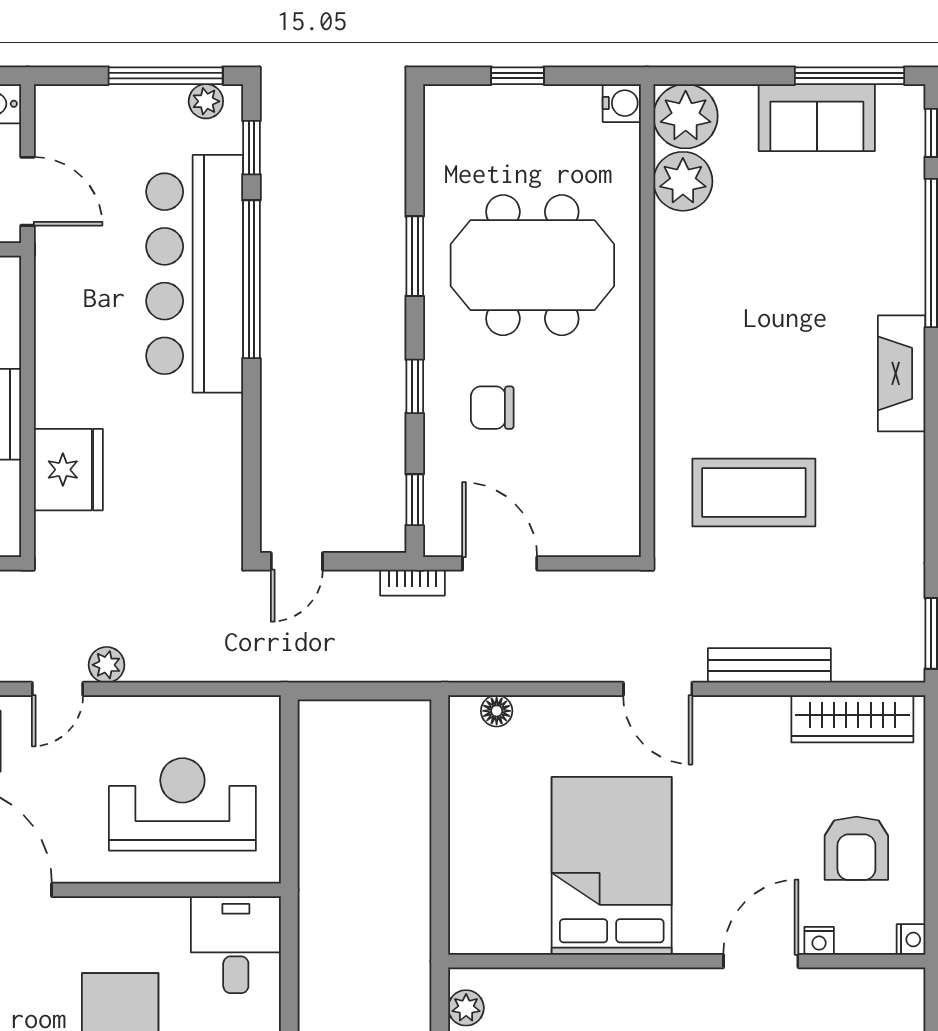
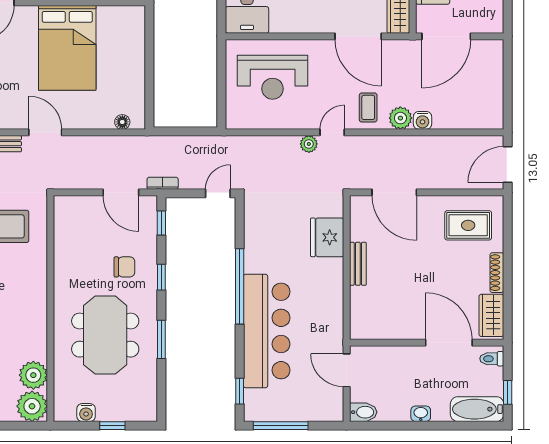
plant: (206, 101) -> (261, 413), removed
water cooler: (622, 103) -> (86, 413), moved, turned -90
meeting table: (532, 265) -> (105, 335), turned 90
window: (251, 279) -> (240, 286), moved

